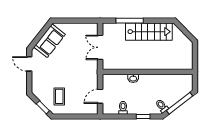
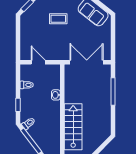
stairs: (149, 32) -> (73, 127), moved, turned 180
double door: (100, 47) -> (87, 62), width x1.37
coffee table: (59, 96) -> (58, 19), moved

